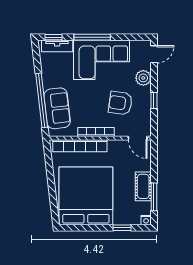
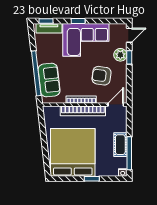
window: (92, 37) -> (78, 21), width x0.46
window: (154, 101) -> (129, 57), moved
door: (138, 138) -> (116, 105), swing flipped
bookcase: (80, 146) -> (83, 111), moved
window: (154, 197) -> (129, 153), width x1.44
window: (122, 228) -> (92, 179), moved

